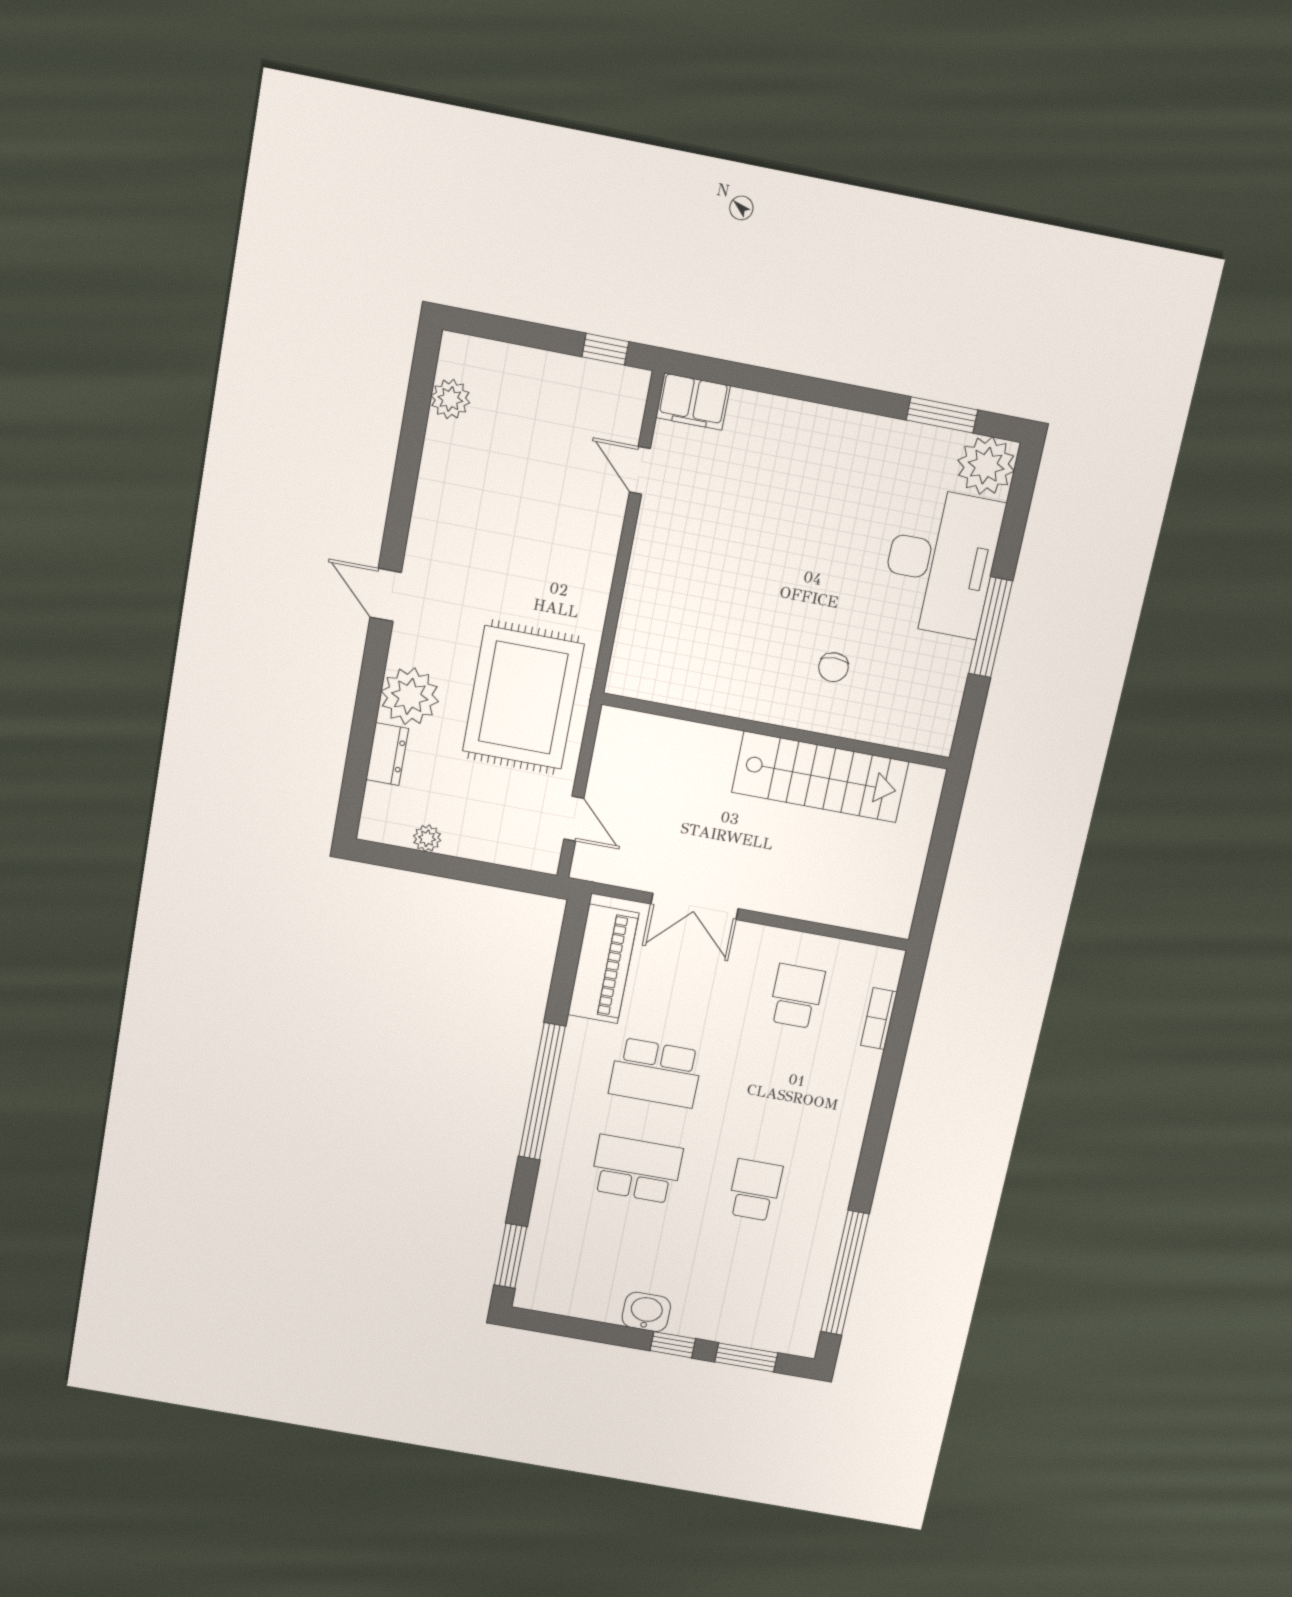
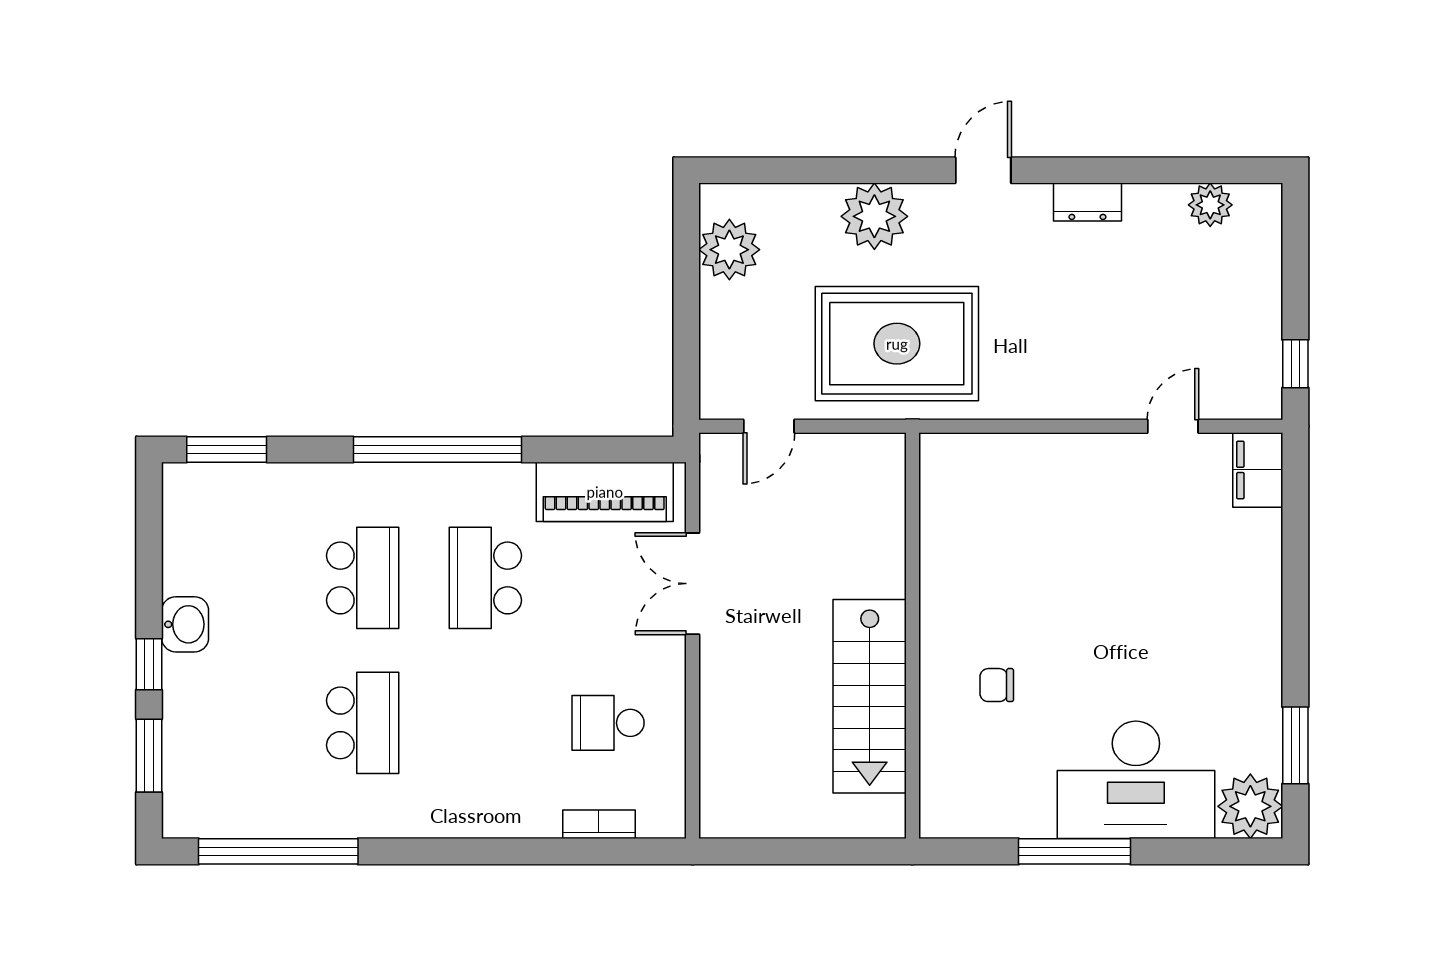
dresser: (387, 754) -> (1087, 202), moved
plant: (427, 838) -> (729, 250), width x1.88, depth x1.88
school desk: (797, 996) -> (608, 723), turned 180
school desk: (755, 1190) -> (363, 723), width x1.85

